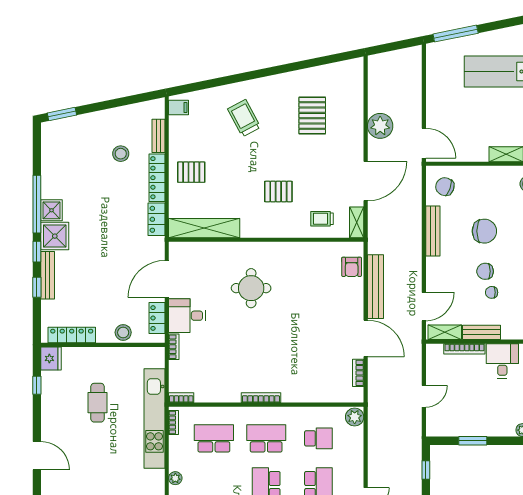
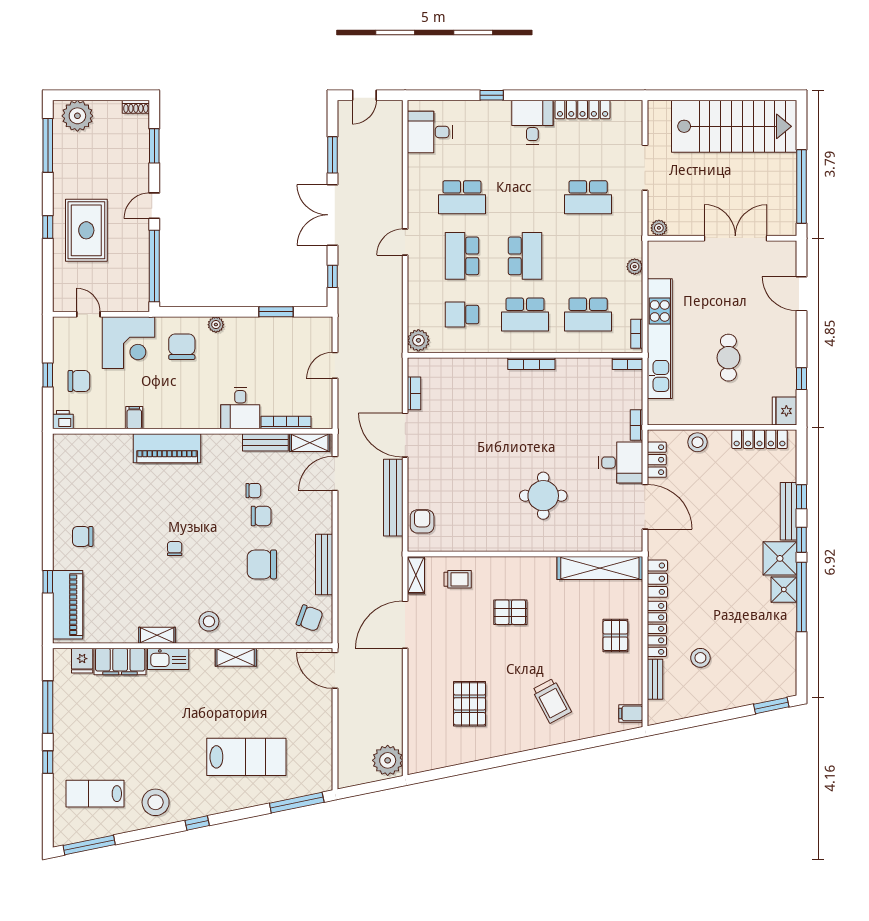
plant: (380, 126) -> (388, 760), moved
pallet: (191, 172) -> (615, 636), turned 90
door: (167, 279) -> (645, 507), hinge flipped

